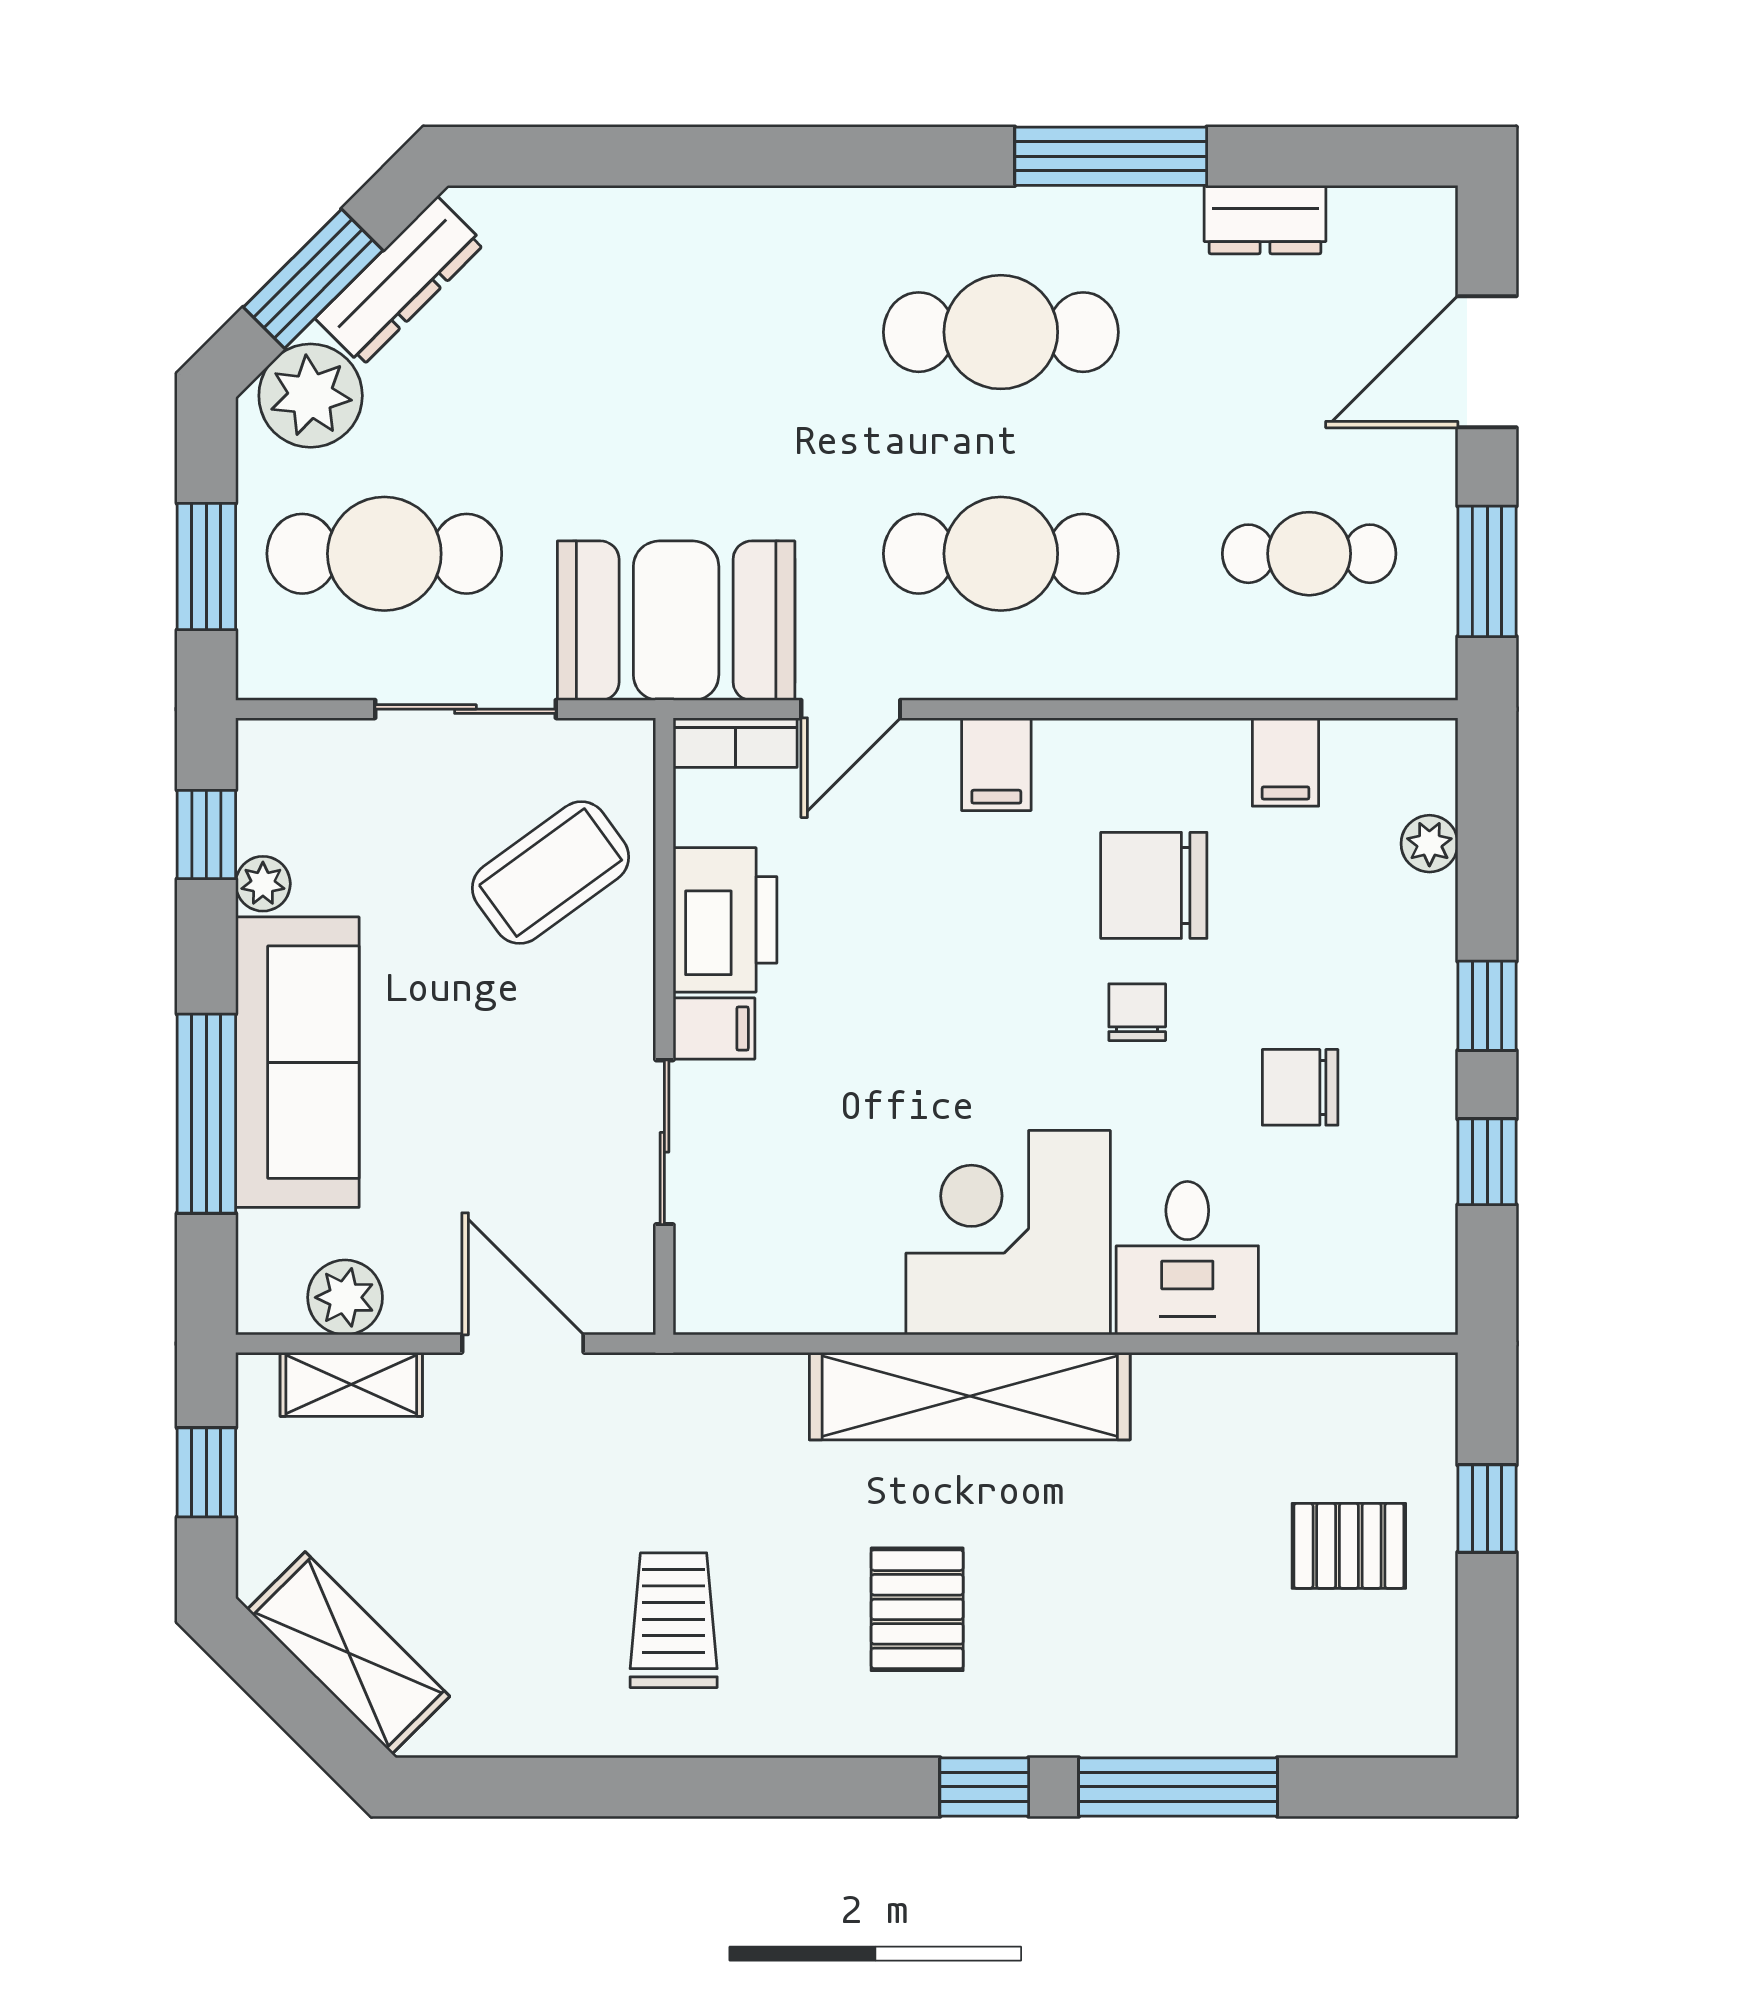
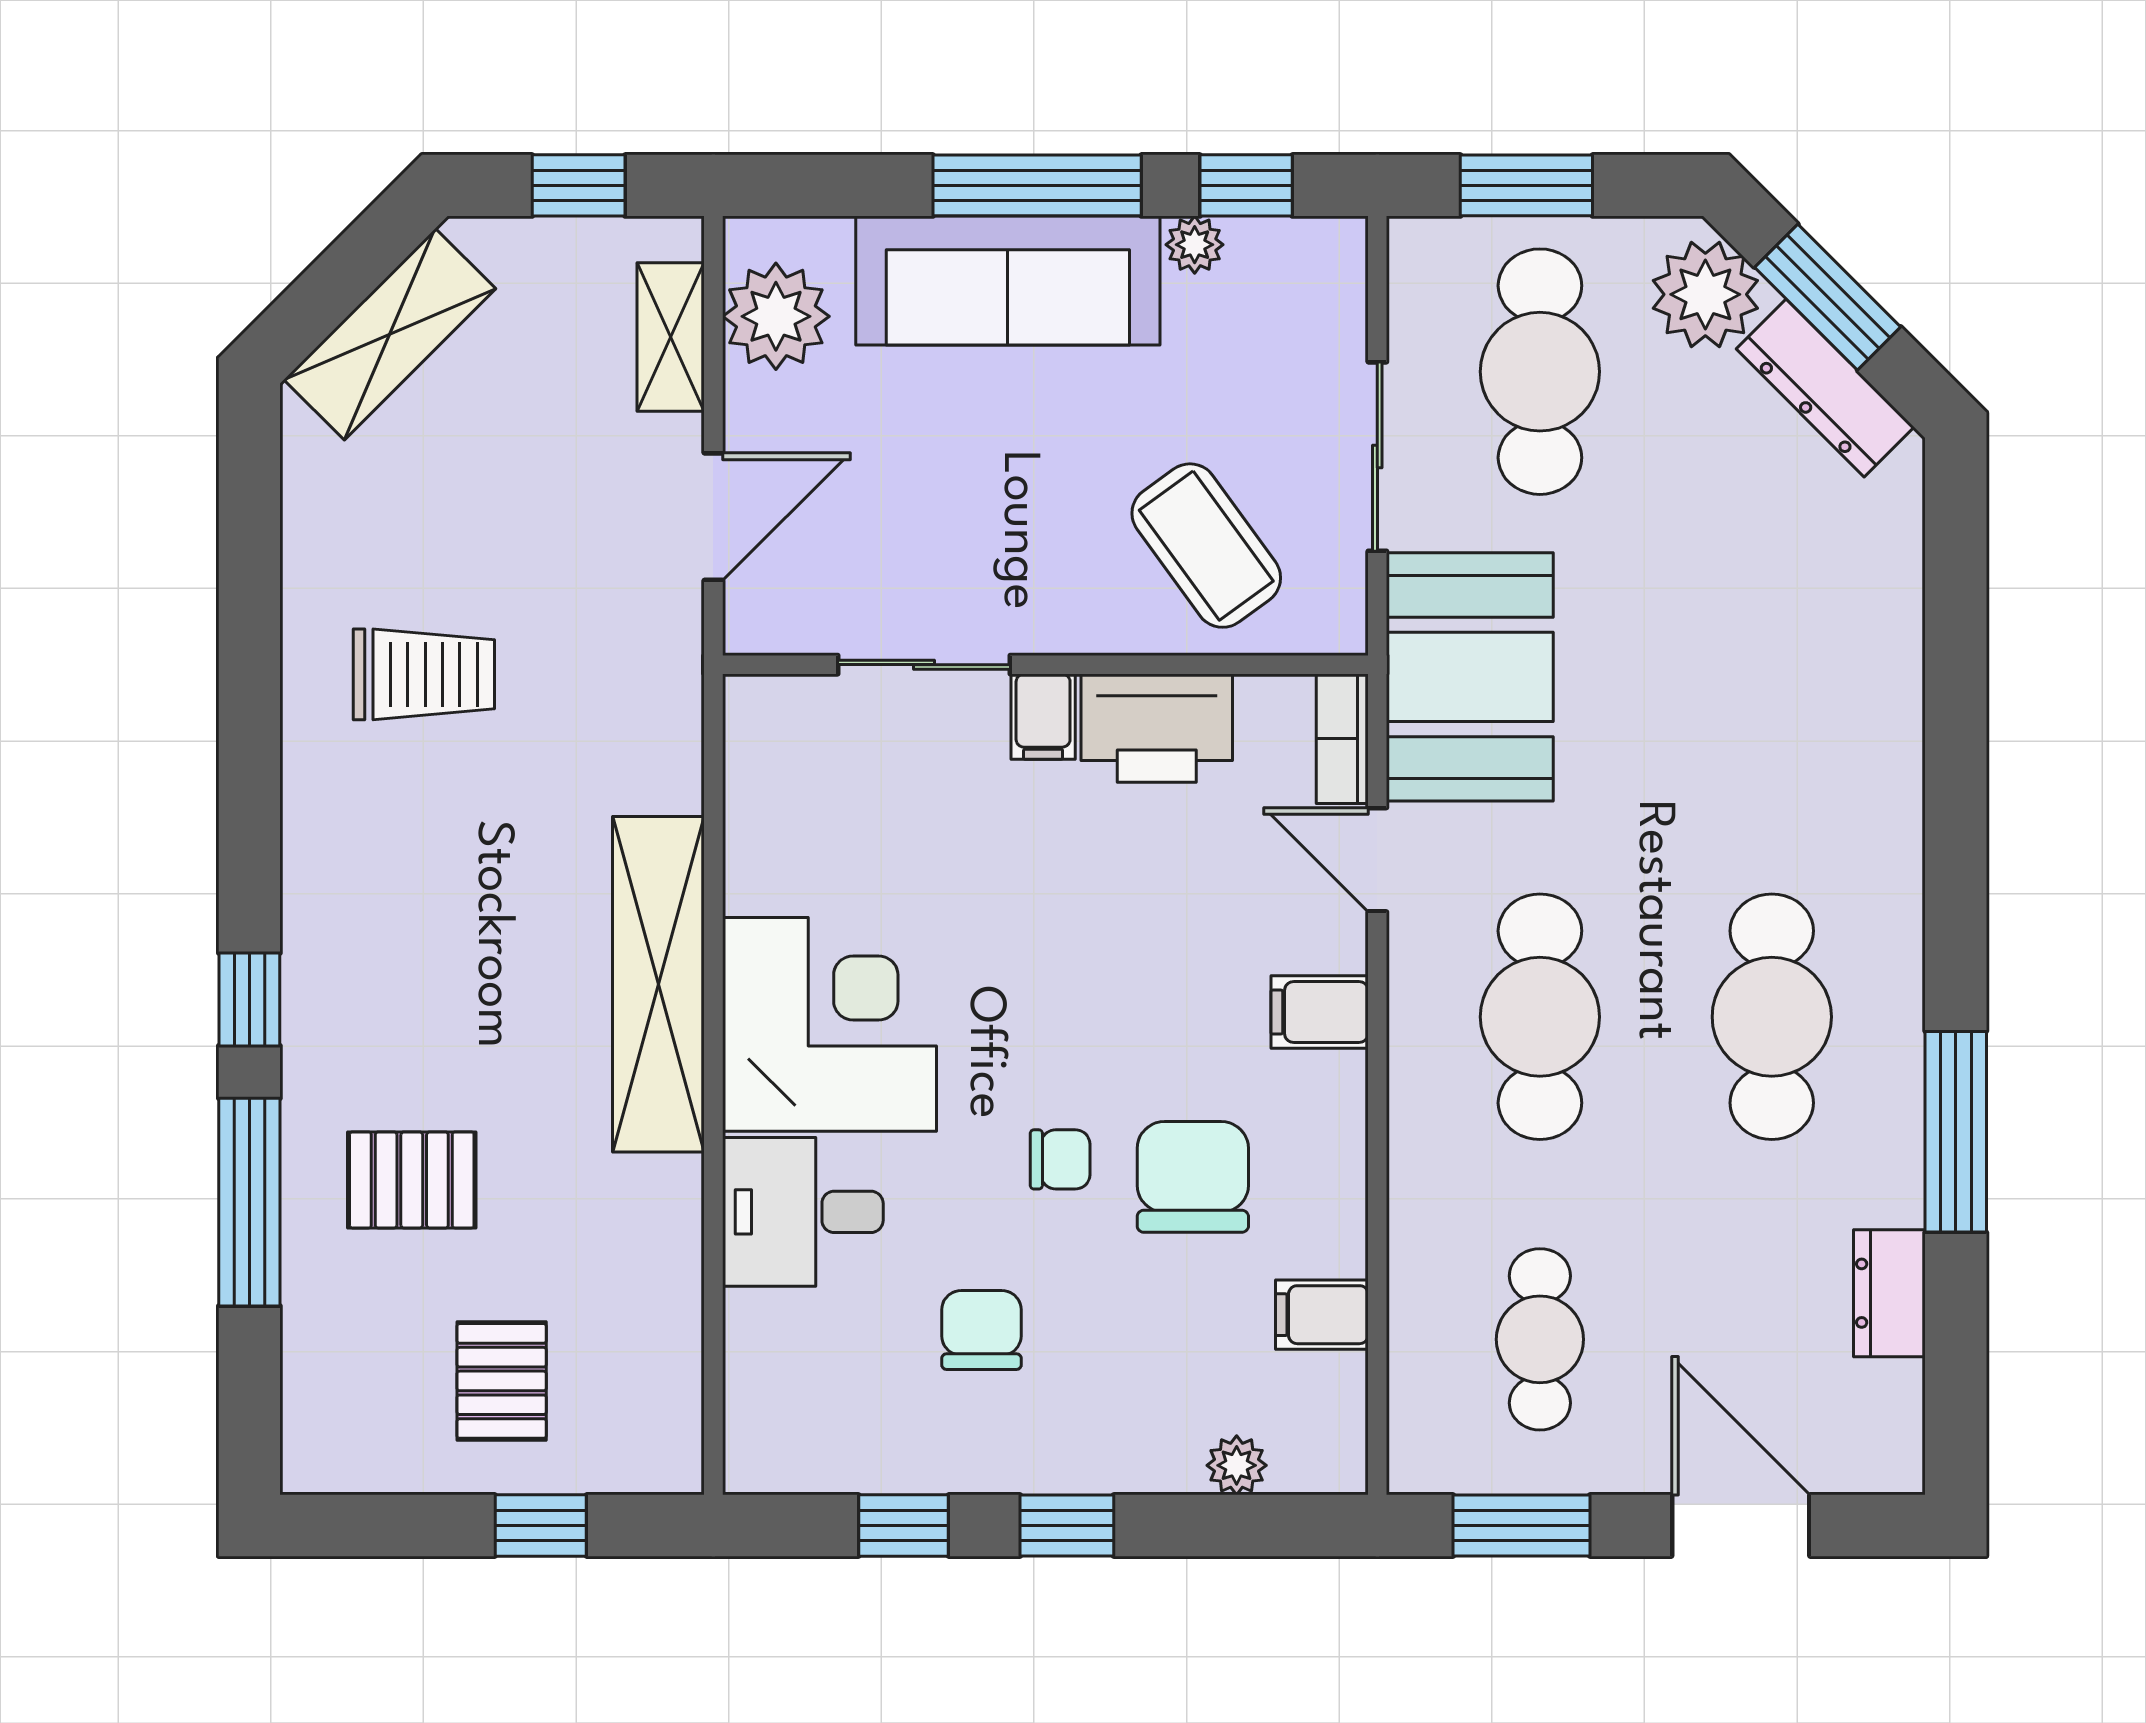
window: (206, 1114) -> (1037, 185), moved
plant: (345, 1297) -> (776, 316), width x1.36, depth x1.36
pallet: (917, 1609) -> (412, 1180), moved

